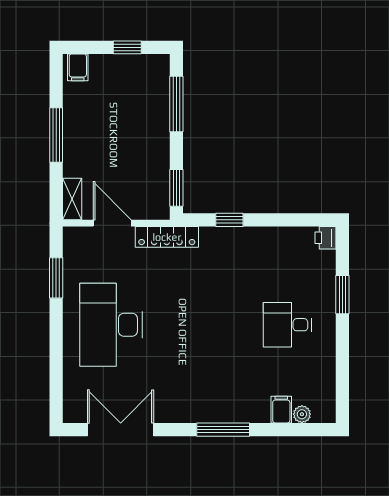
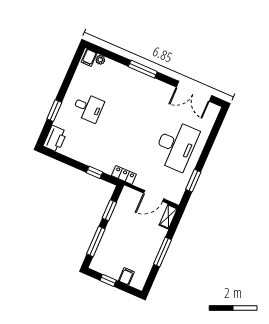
filing cabinet: (78, 67) -> (126, 276), moved
window: (176, 188) -> (109, 210), moved
door: (112, 223) -> (154, 196), hinge flipped
locker: (167, 237) -> (124, 175), width x0.66
printer: (325, 238) -> (55, 139), width x1.87, depth x1.48
filing cabinet: (281, 410) -> (89, 58), moved

